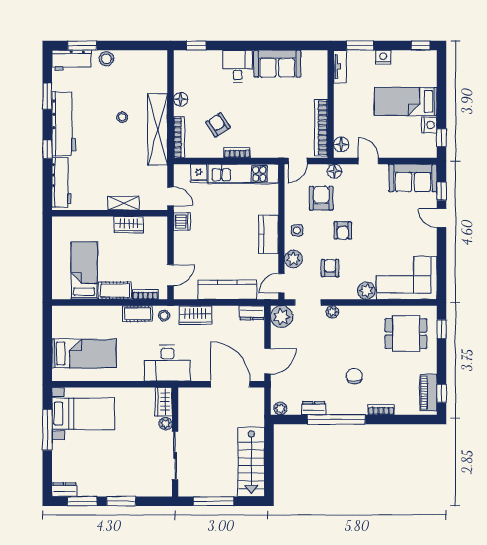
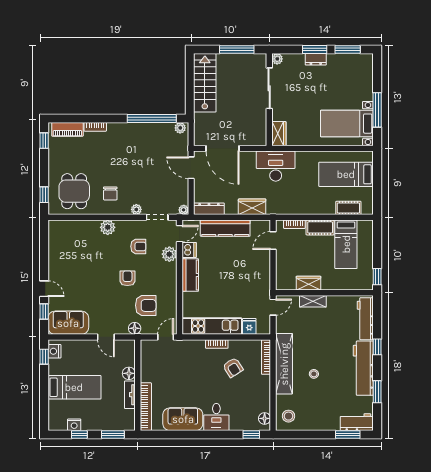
window: (421, 45) -> (79, 435), moved
nightstand: (383, 57) -> (74, 425), moved
stool: (106, 59) -> (288, 416), moved
tv unit: (340, 67) -> (130, 395), moved
floor lamp: (181, 99) -> (265, 418), moved
nightstand: (429, 125) -> (54, 351), moved
bookcase: (321, 128) -> (146, 407), moved
floor lamp: (341, 144) -> (129, 373), moved
door: (171, 196) -> (273, 307), swing flipped
armchair: (321, 198) -> (146, 305), turned -90
dishwasher: (182, 222) -> (189, 250), moved, turned 180
side table: (297, 230) -> (166, 278), removed
window: (47, 232) -> (377, 277), added
armchair: (330, 268) -> (138, 246), turned -90
corner sofa: (407, 278) -> (74, 238), removed
dresser: (252, 313) -> (209, 209), width x1.44
cot: (138, 314) -> (348, 208), moved
stool: (164, 316) -> (279, 206), removed
plant: (282, 317) -> (184, 210), width x0.53, depth x0.53
dining table: (406, 334) -> (74, 191), turned 90
door: (268, 361) -> (191, 168), hinge flipped
chair: (354, 376) -> (110, 193), moved
piano: (429, 393) -> (67, 129), moved, turned 90
dresser: (314, 408) -> (152, 128), removed
window: (336, 420) -> (152, 118), moved
plant: (166, 424) -> (277, 59), moved
dresser: (64, 490) -> (316, 59), moved

